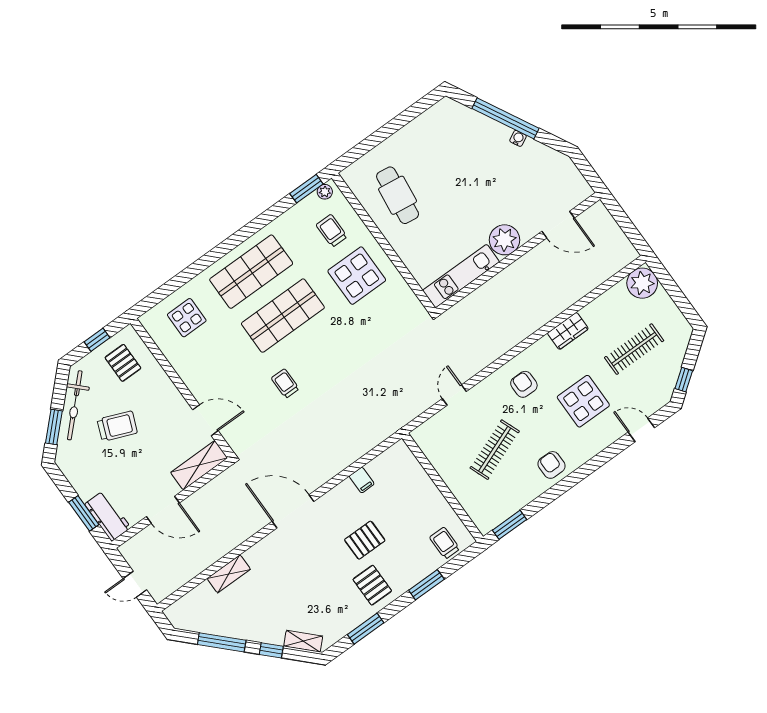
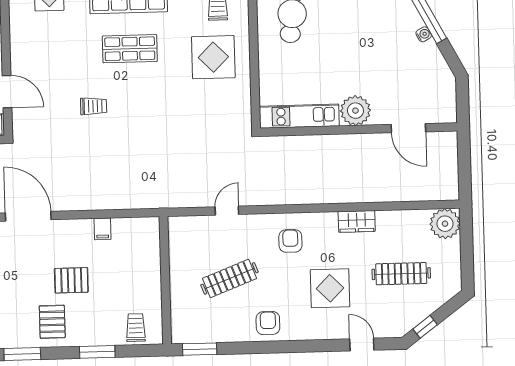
shop shelf: (283, 316) -> (130, 49), width x0.70, depth x0.74
trolley: (285, 384) -> (94, 106), turned 90

